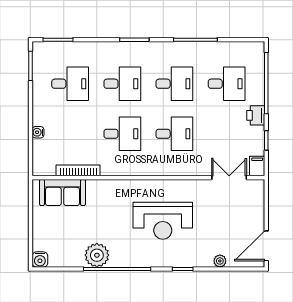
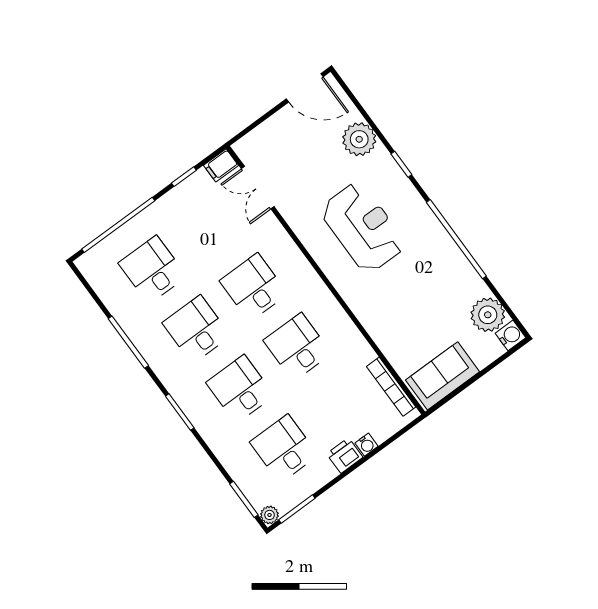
plant: (38, 48) -> (269, 515), added
printer: (256, 115) -> (345, 455), moved, turned 180
bookcase: (78, 170) -> (391, 387), moved
sofa: (62, 192) -> (443, 376), moved, turned -90
plant: (97, 255) -> (488, 315), moved
plant: (220, 261) -> (359, 139), width x1.88, depth x1.88

